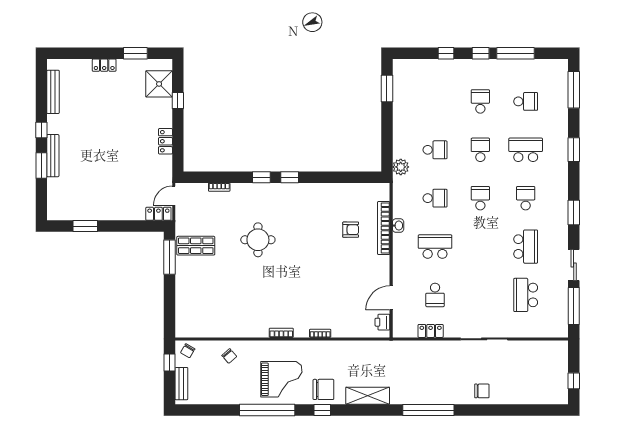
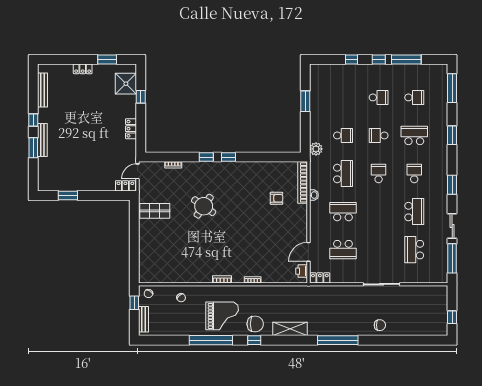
window: (387, 88) -> (305, 101), moved
school desk: (480, 101) -> (379, 97), turned 90
school desk: (480, 150) -> (379, 135), turned -90
school desk: (435, 198) -> (343, 174), width x1.85
bookcase: (384, 228) -> (303, 182), moved
round table: (258, 240) -> (204, 206), turned 35
window: (170, 257) -> (134, 220), removed
school desk: (435, 295) -> (343, 250), width x1.85
locker: (431, 331) -> (320, 278), moved

